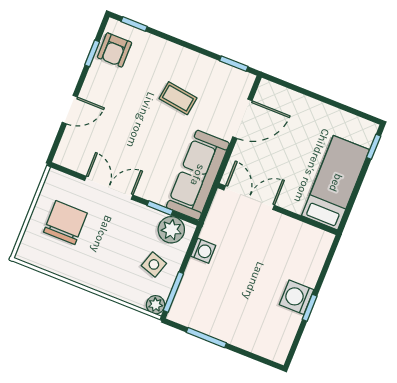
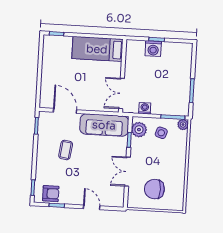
bed: (336, 183) -> (97, 49), moved
double door: (249, 198) -> (121, 94), moved
wall: (278, 209) -> (122, 76), moved

